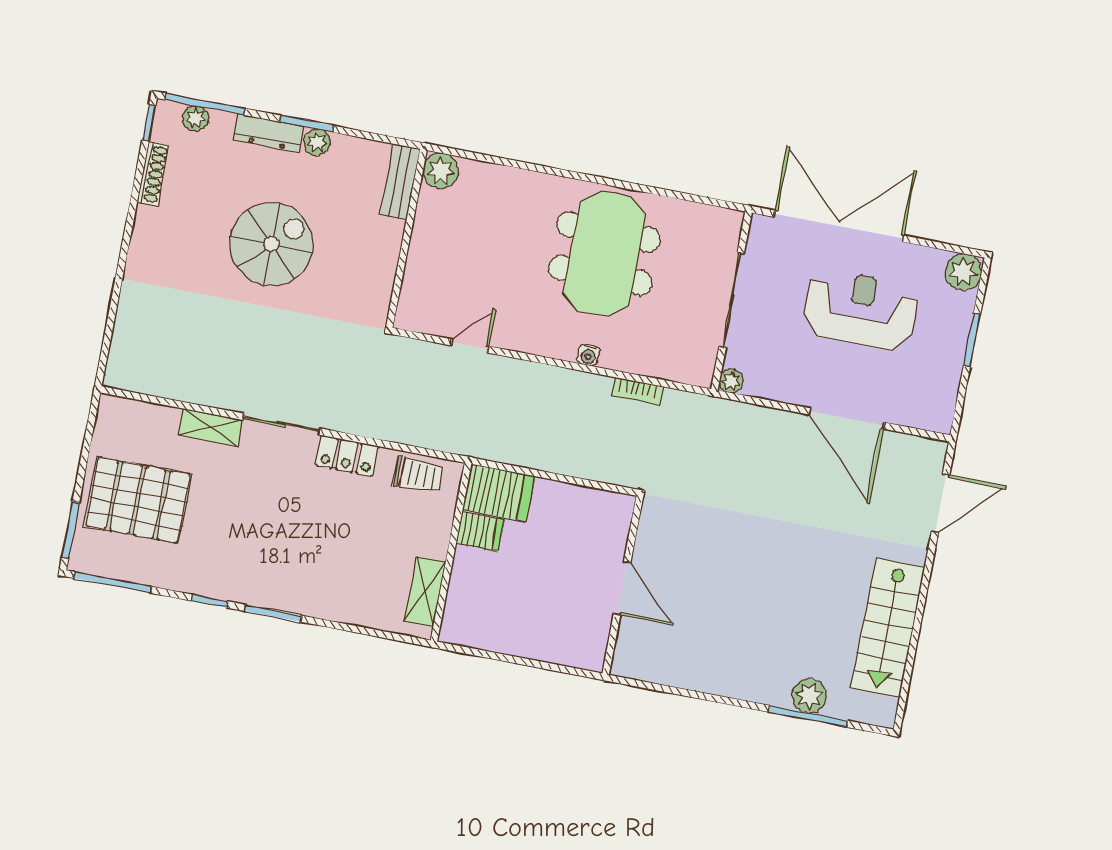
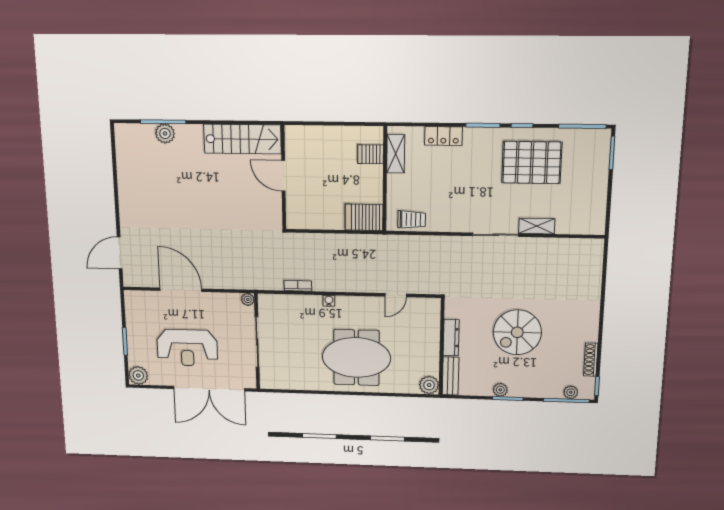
dresser: (269, 133) -> (451, 338), moved, turned 90
meeting table: (605, 254) -> (356, 357), moved, turned 90
locker: (347, 456) -> (443, 136), moved, turned 180
trolley: (418, 475) -> (412, 219), turned 180
pallet: (138, 500) -> (532, 163), moved
server rack: (480, 532) -> (371, 154), moved
stairs: (888, 628) -> (242, 139), moved, turned 90

